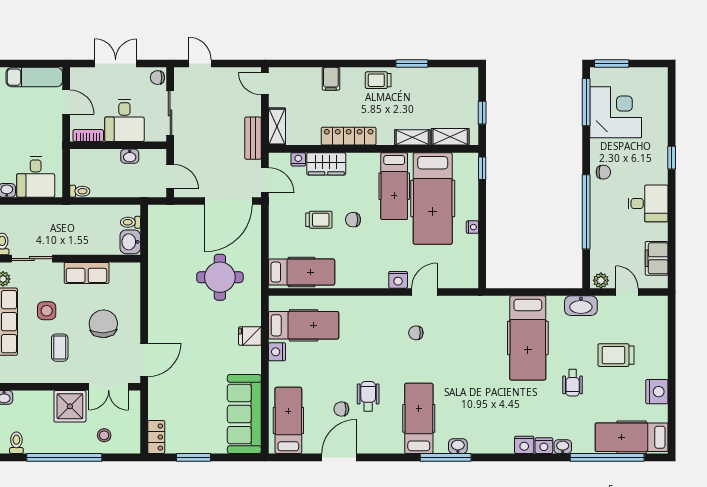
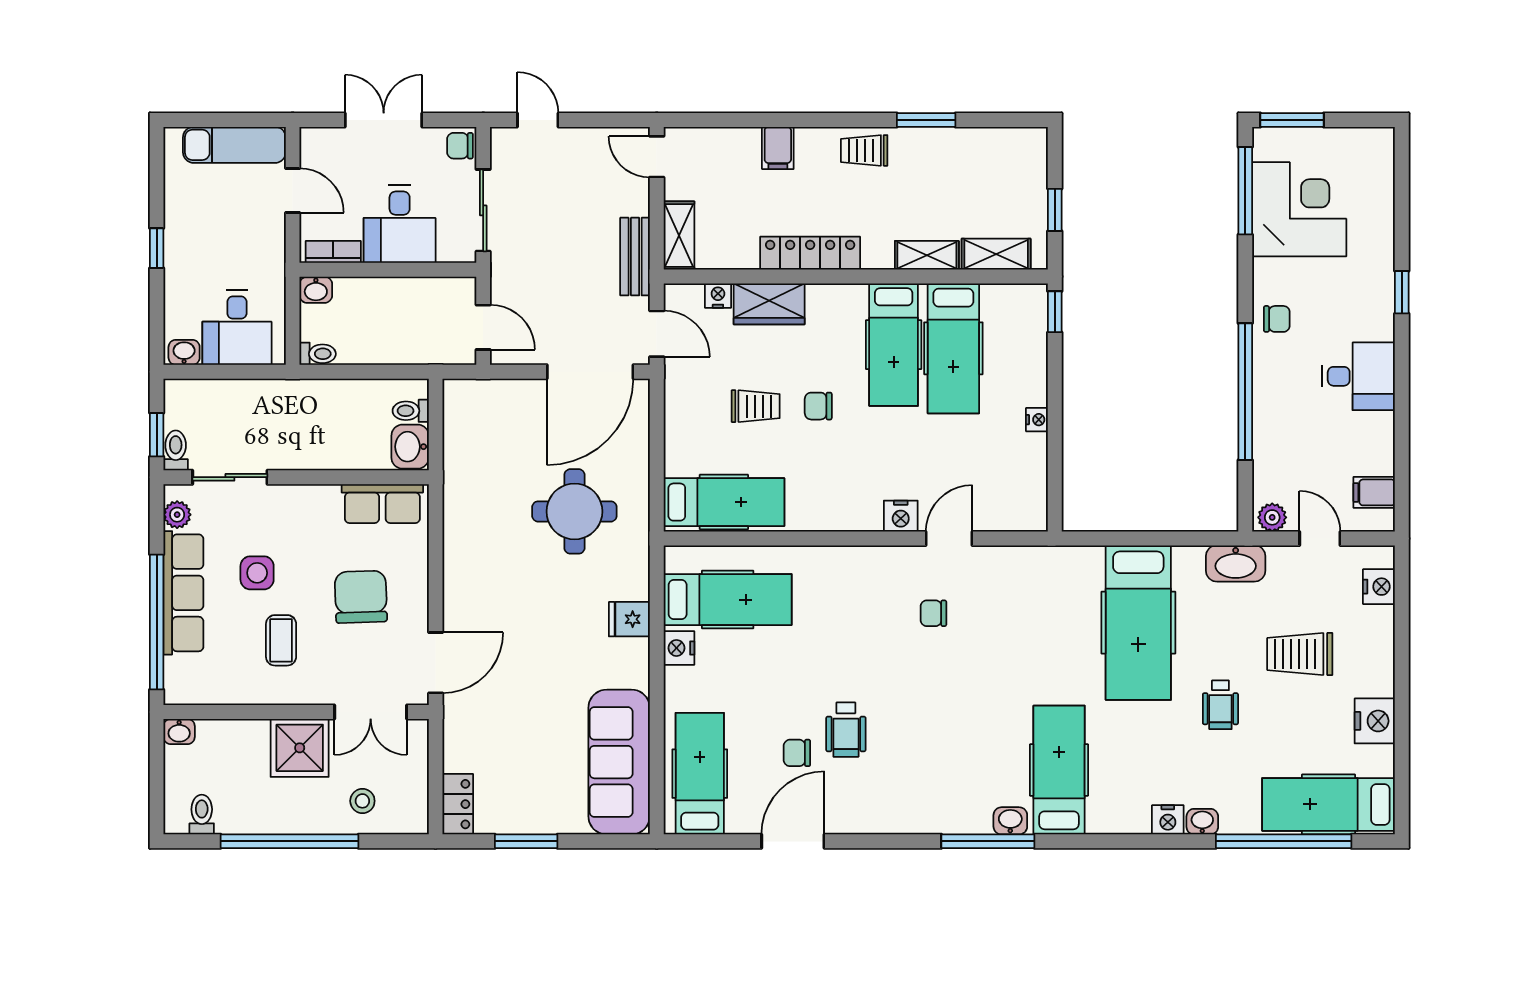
washbasin: (130, 156) -> (316, 290), moved
hospital bed: (433, 198) -> (953, 348), width x0.73, depth x0.78
filing cabinet: (657, 258) -> (1374, 492), width x0.50
row of seats: (87, 273) -> (382, 504), moved
wheelchair: (368, 396) -> (846, 730), turned 180
hospital bed: (419, 418) -> (1059, 770), moved
nightstand: (524, 445) -> (1379, 587), moved, turned -90

